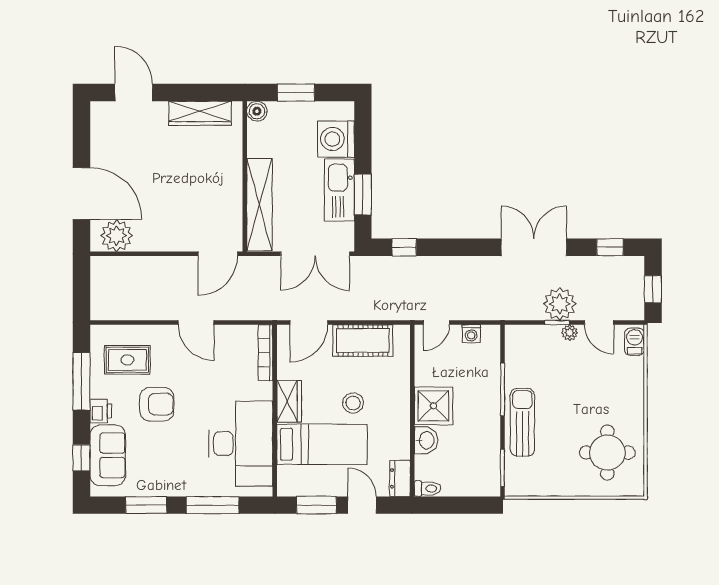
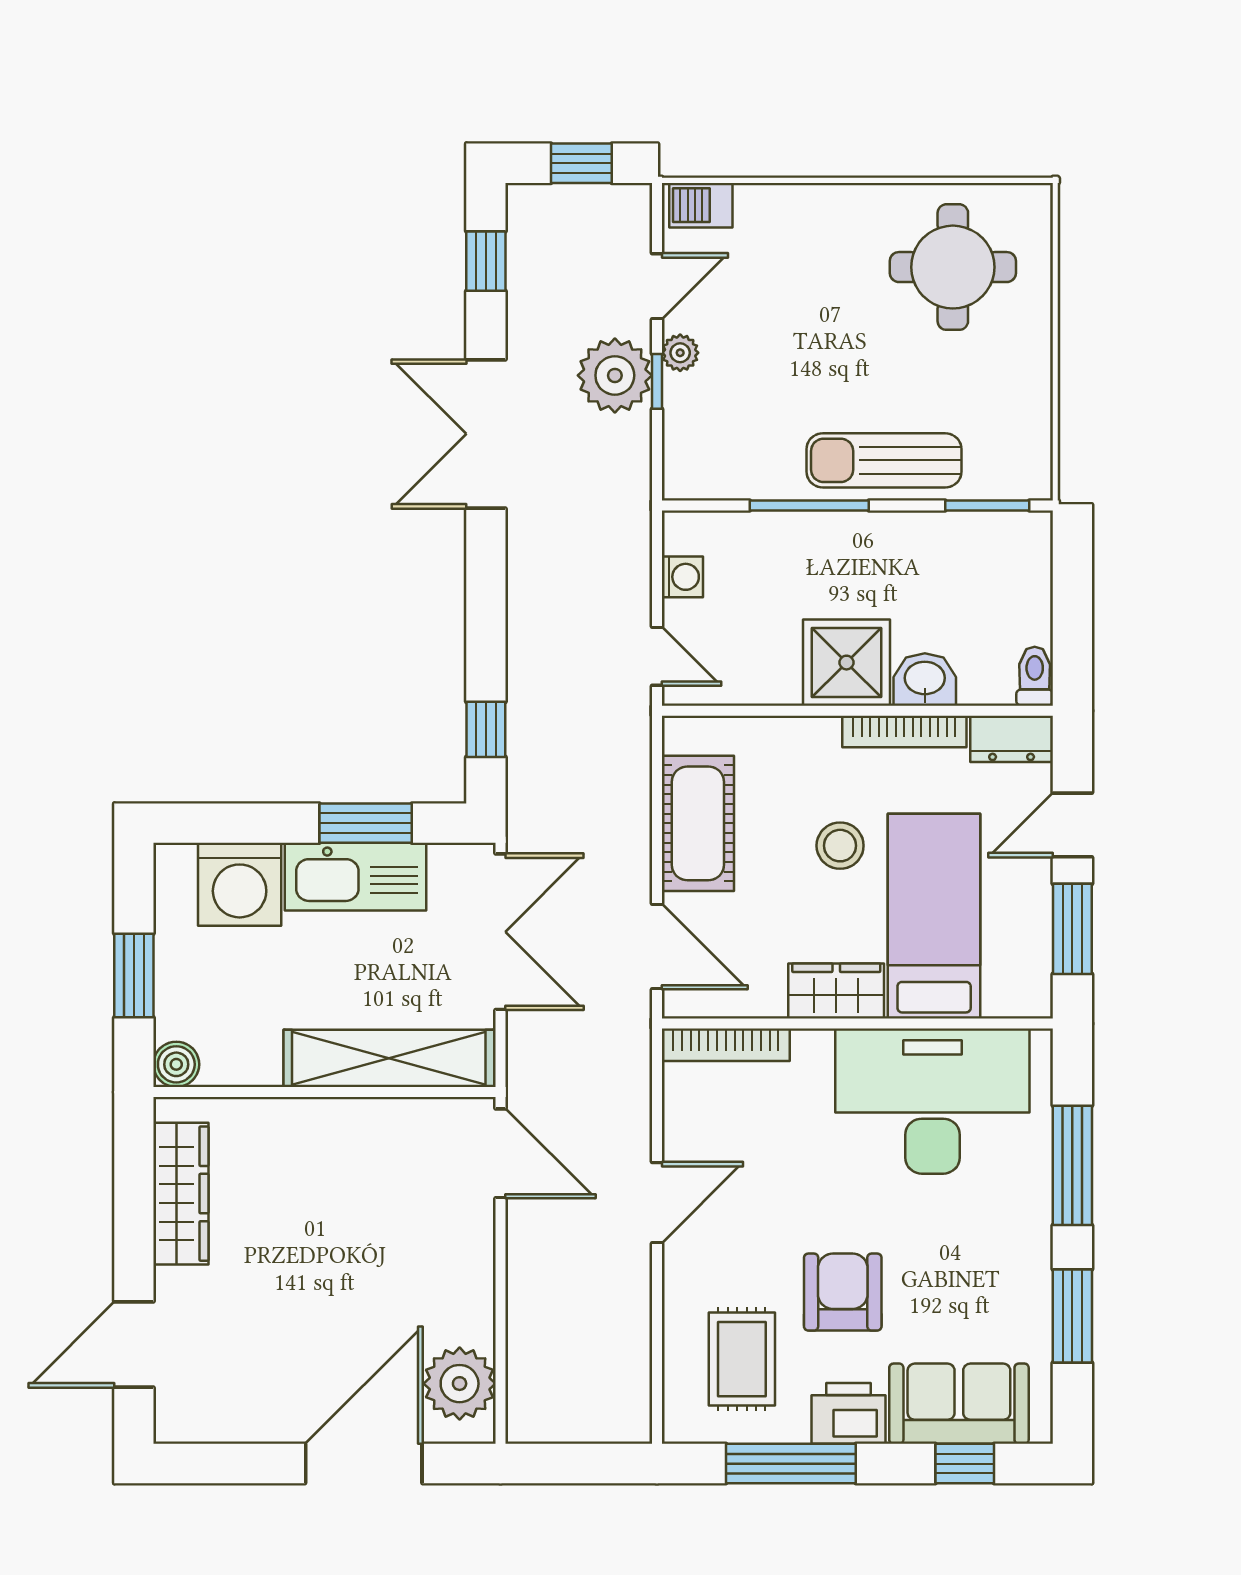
printer: (101, 411) -> (849, 1413), width x1.36, depth x1.24
bookcase: (403, 431) -> (904, 732), added

